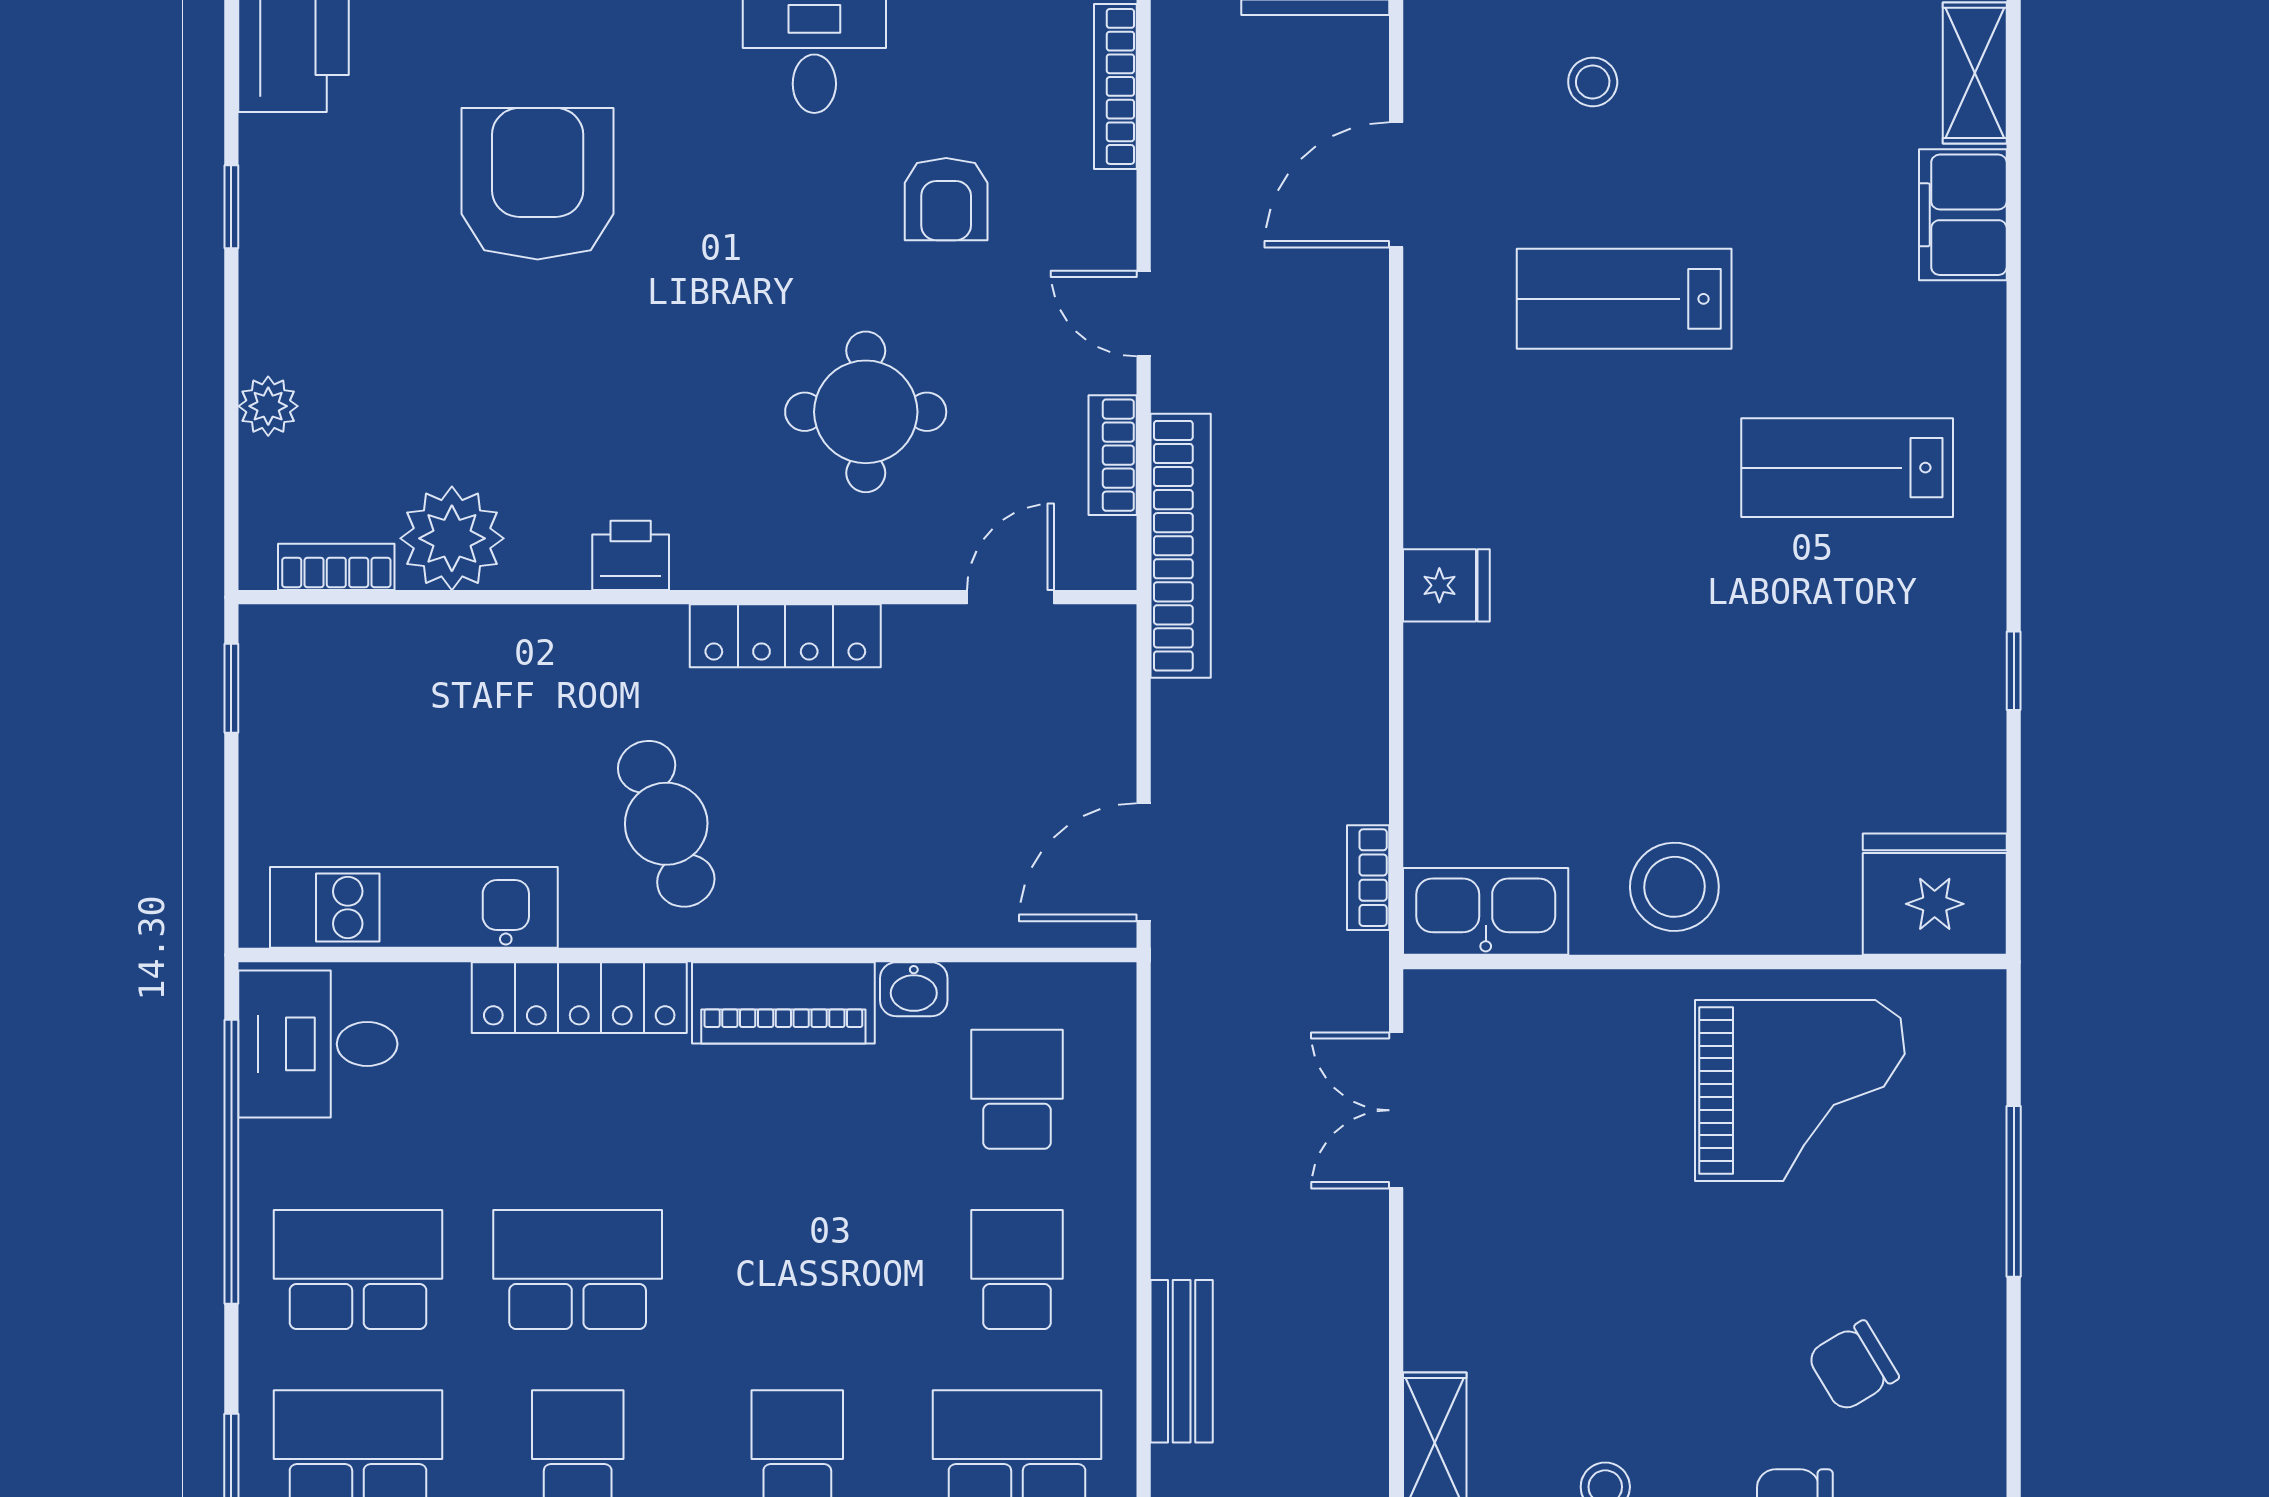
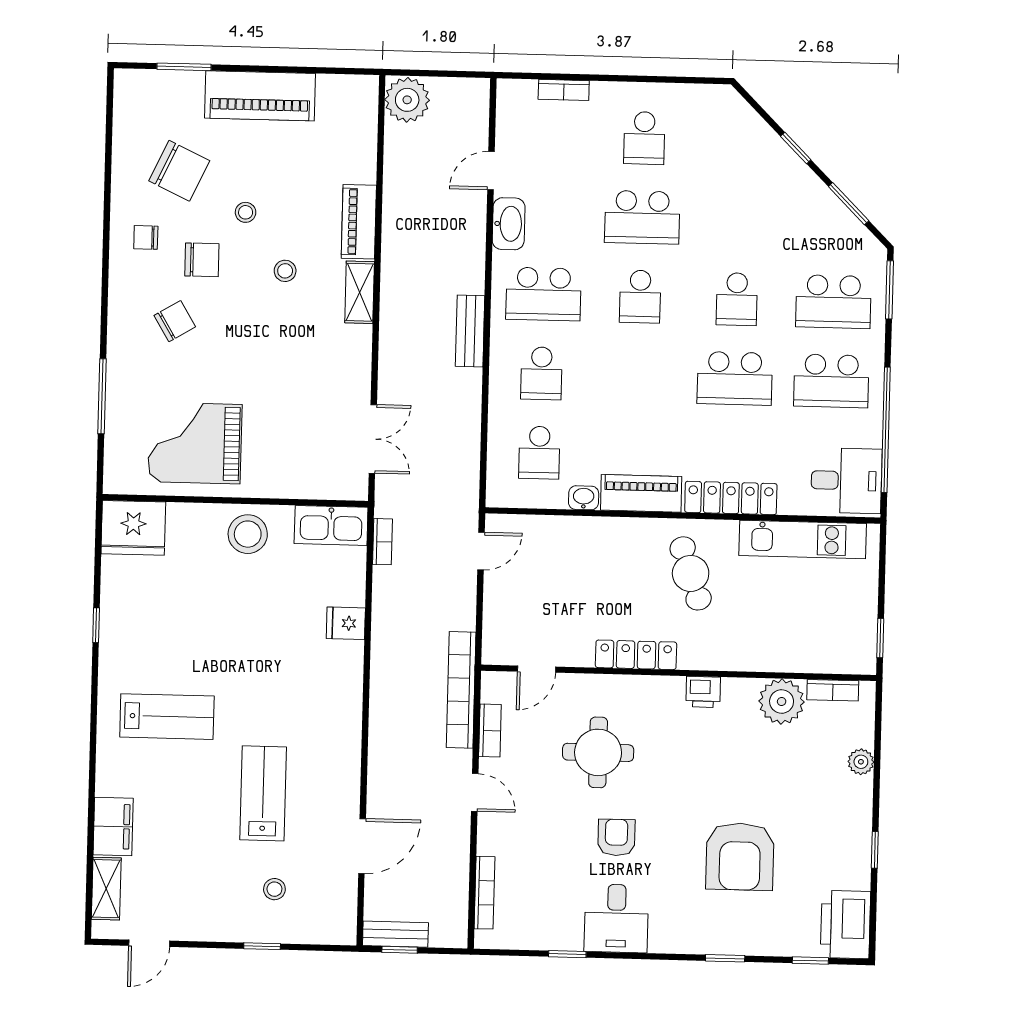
armchair: (946, 199) -> (616, 837), moved
lab bench: (1624, 299) -> (263, 793), turned -90
fridge: (1446, 585) -> (346, 623), moved
door: (1144, 862) -> (481, 551), width x0.73

